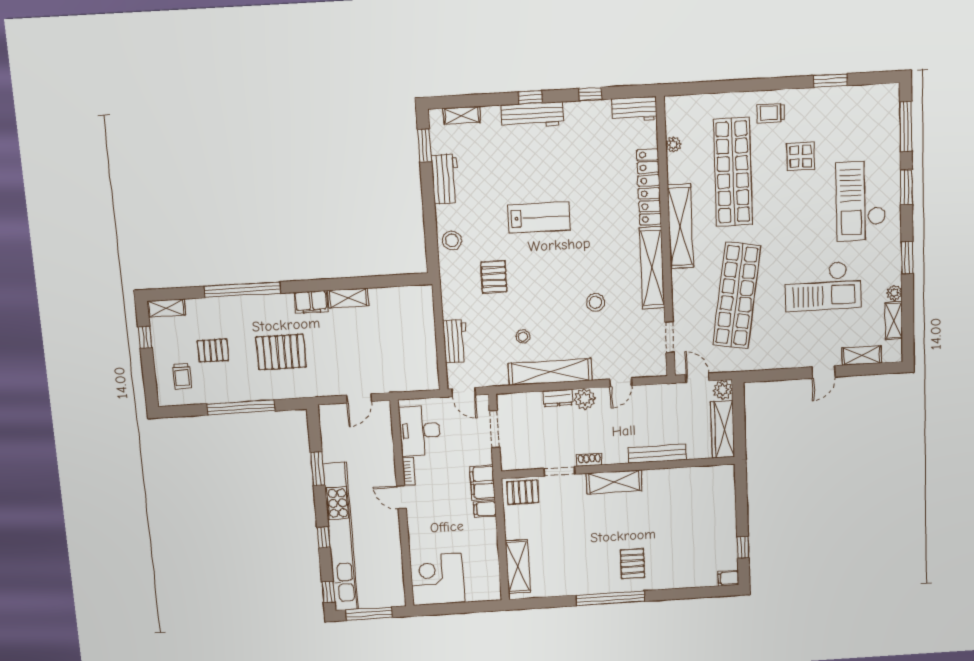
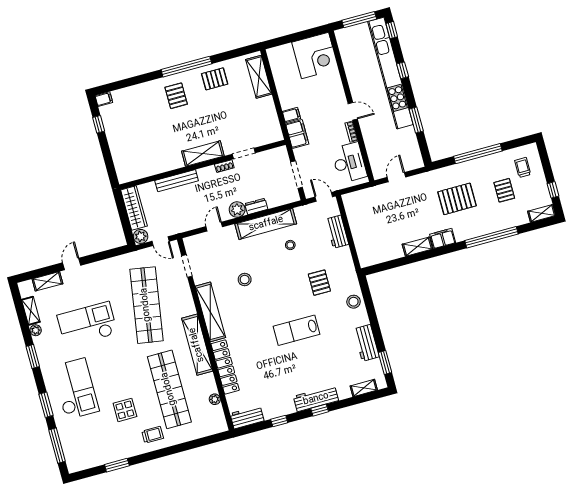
pallet: (213, 350) -> (504, 190), turned 90
pallet: (523, 492) -> (215, 79), moved

